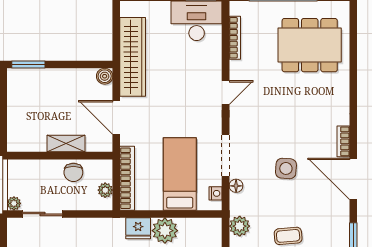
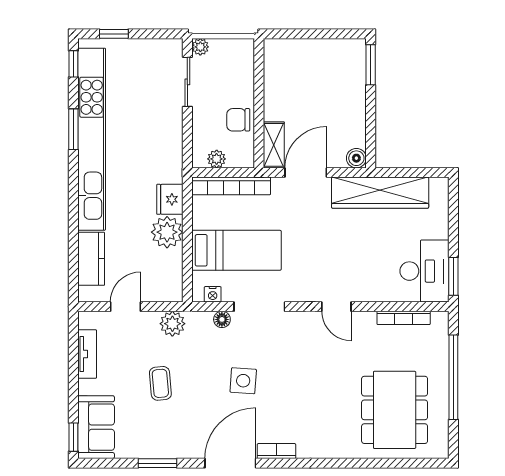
shelving: (66, 144) -> (274, 145), moved

